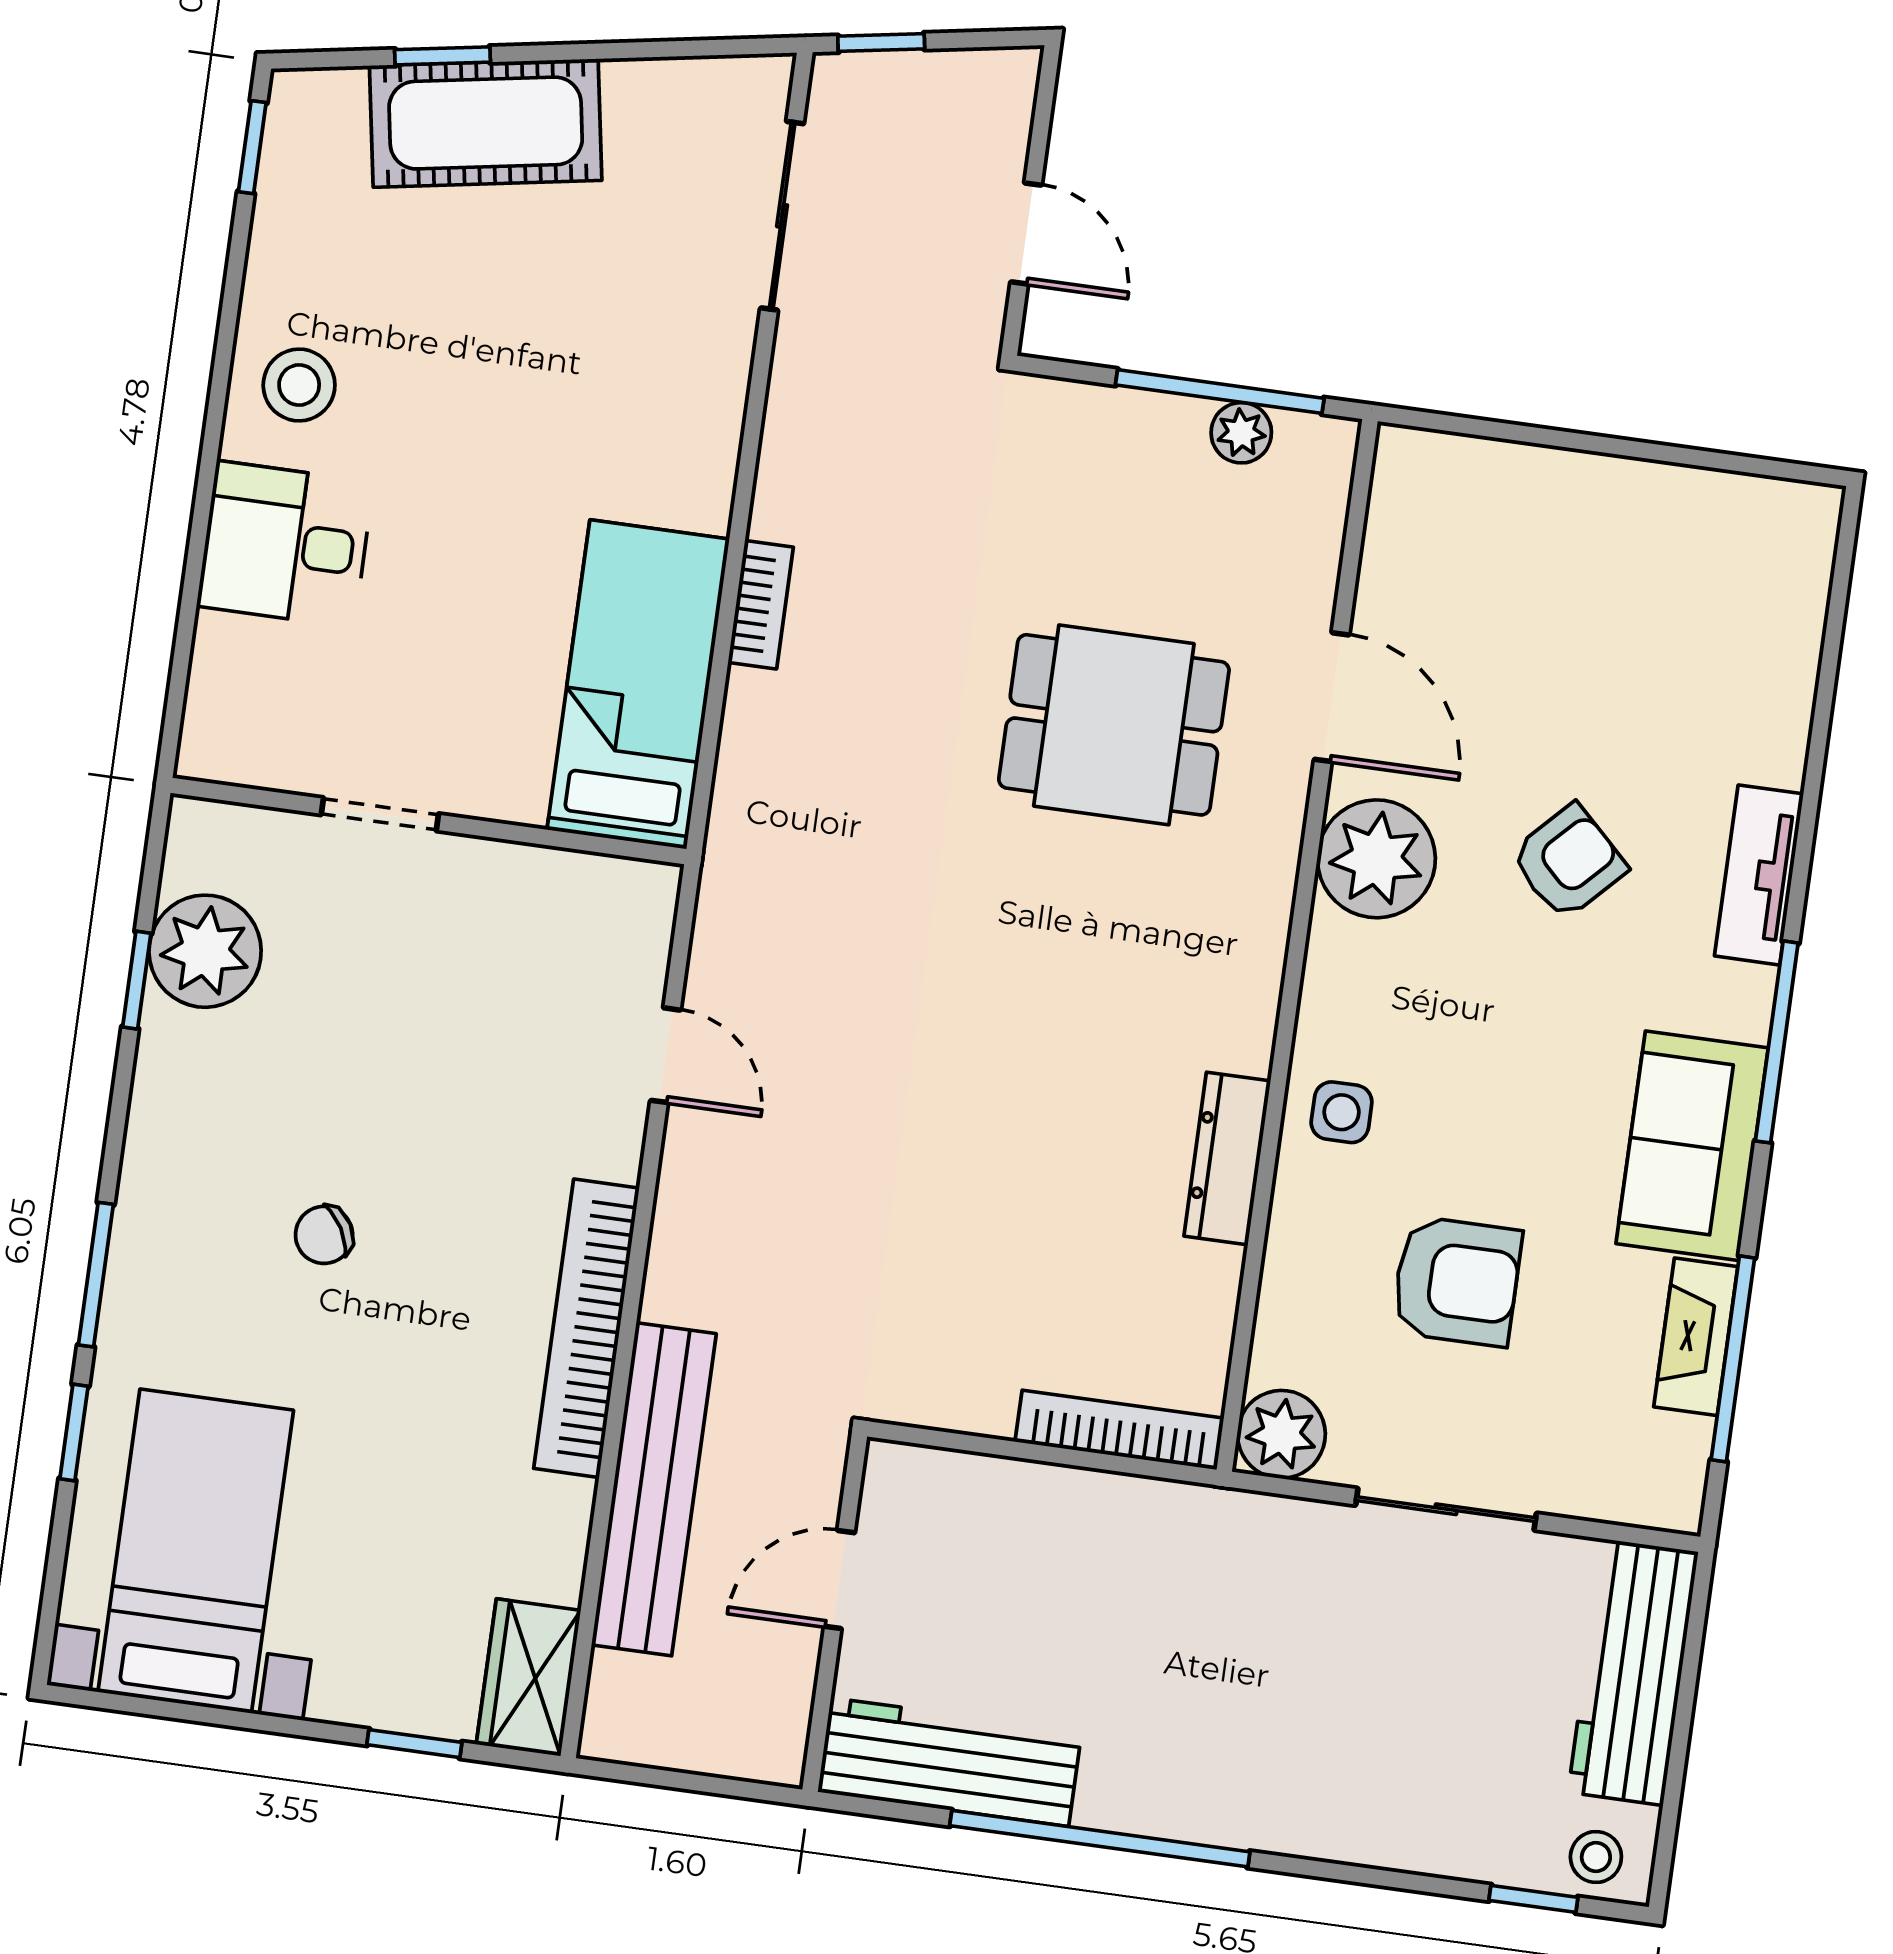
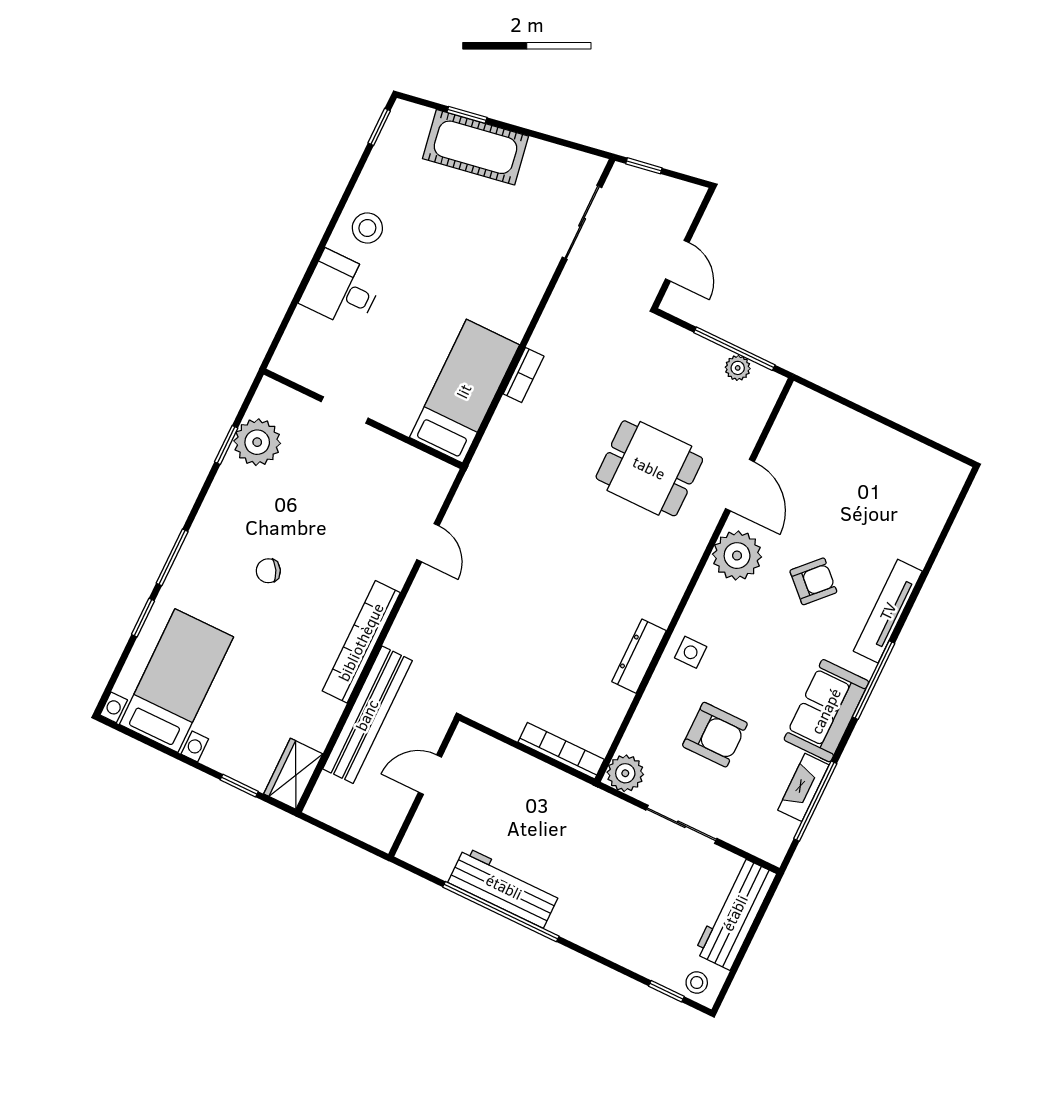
tv unit: (1759, 875) -> (888, 611), width x1.41
workbench: (950, 1762) -> (504, 887), moved

